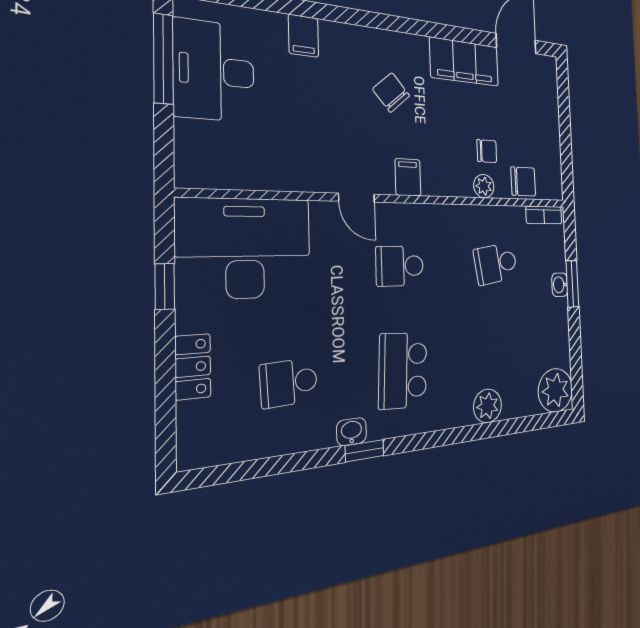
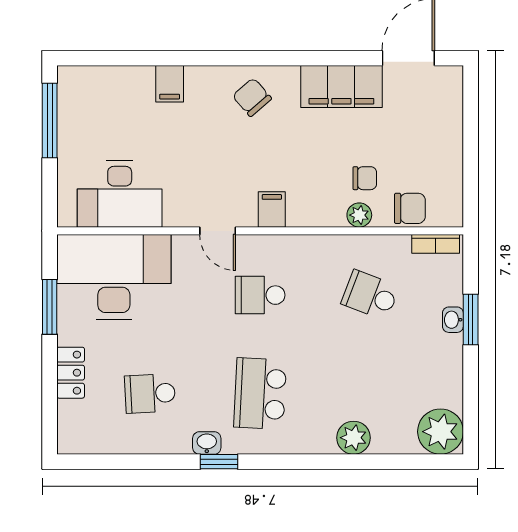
desk: (214, 71) -> (120, 194), moved, turned -90
chair: (391, 92) -> (252, 97), moved
school desk: (496, 264) -> (370, 295), turned 30
window: (165, 287) -> (50, 307), width x1.50

